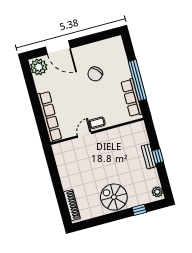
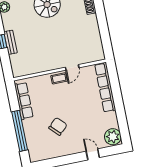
door: (58, 48) -> (93, 154), width x0.53
window: (137, 80) -> (20, 131), moved

